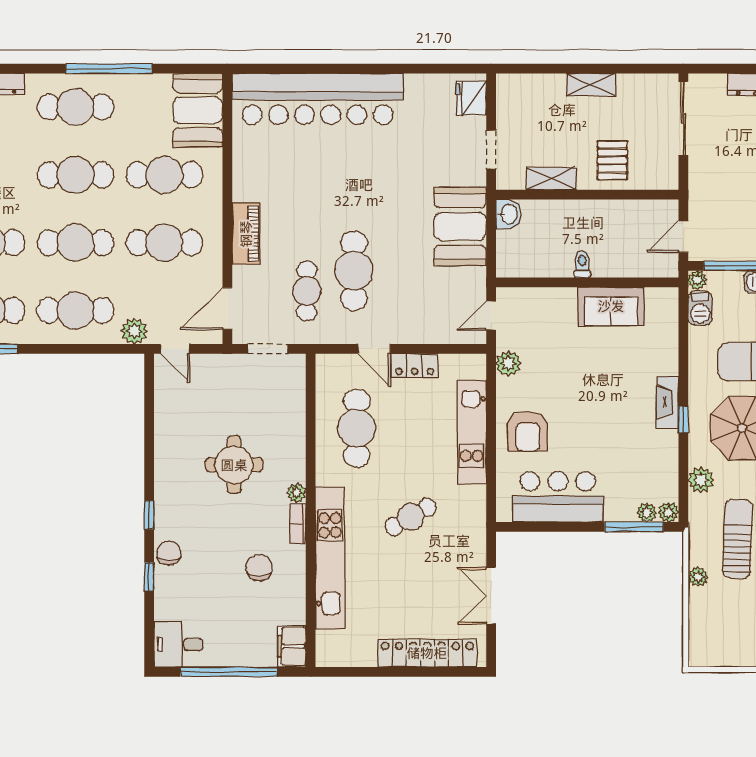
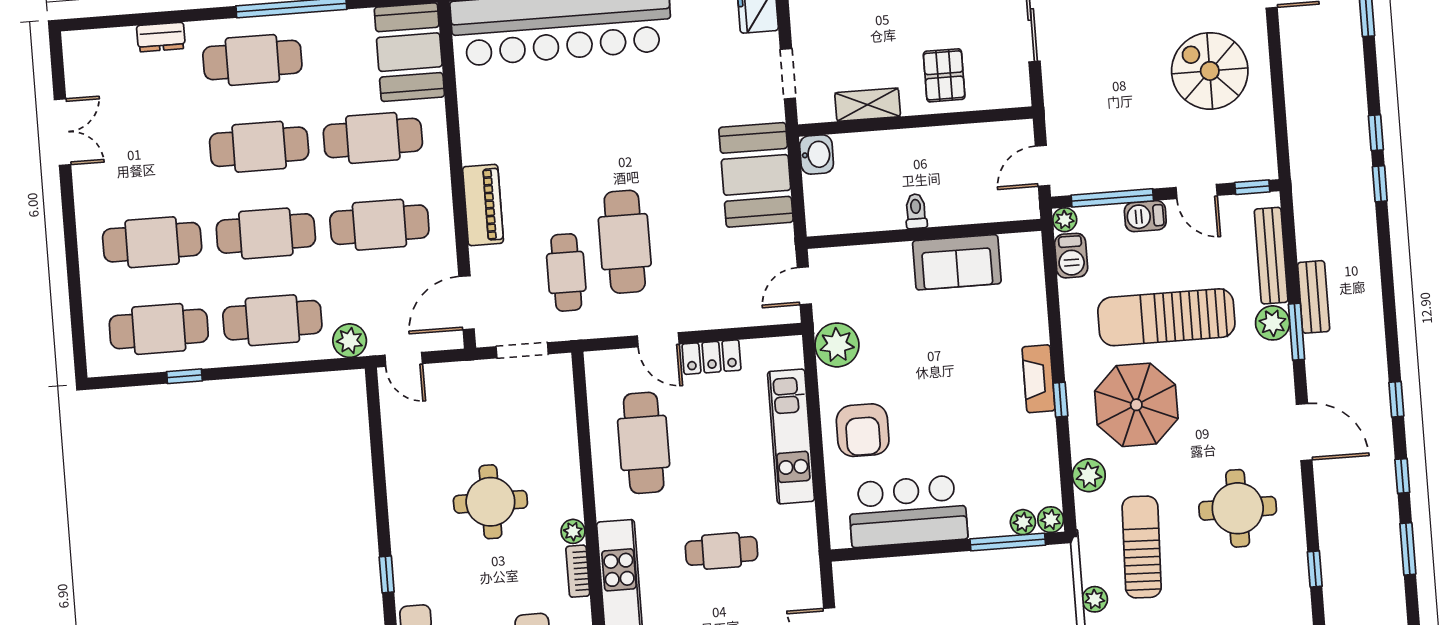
plant: (508, 364) -> (837, 345), width x1.36, depth x1.36
cafe table: (411, 517) -> (721, 551), turned 30

